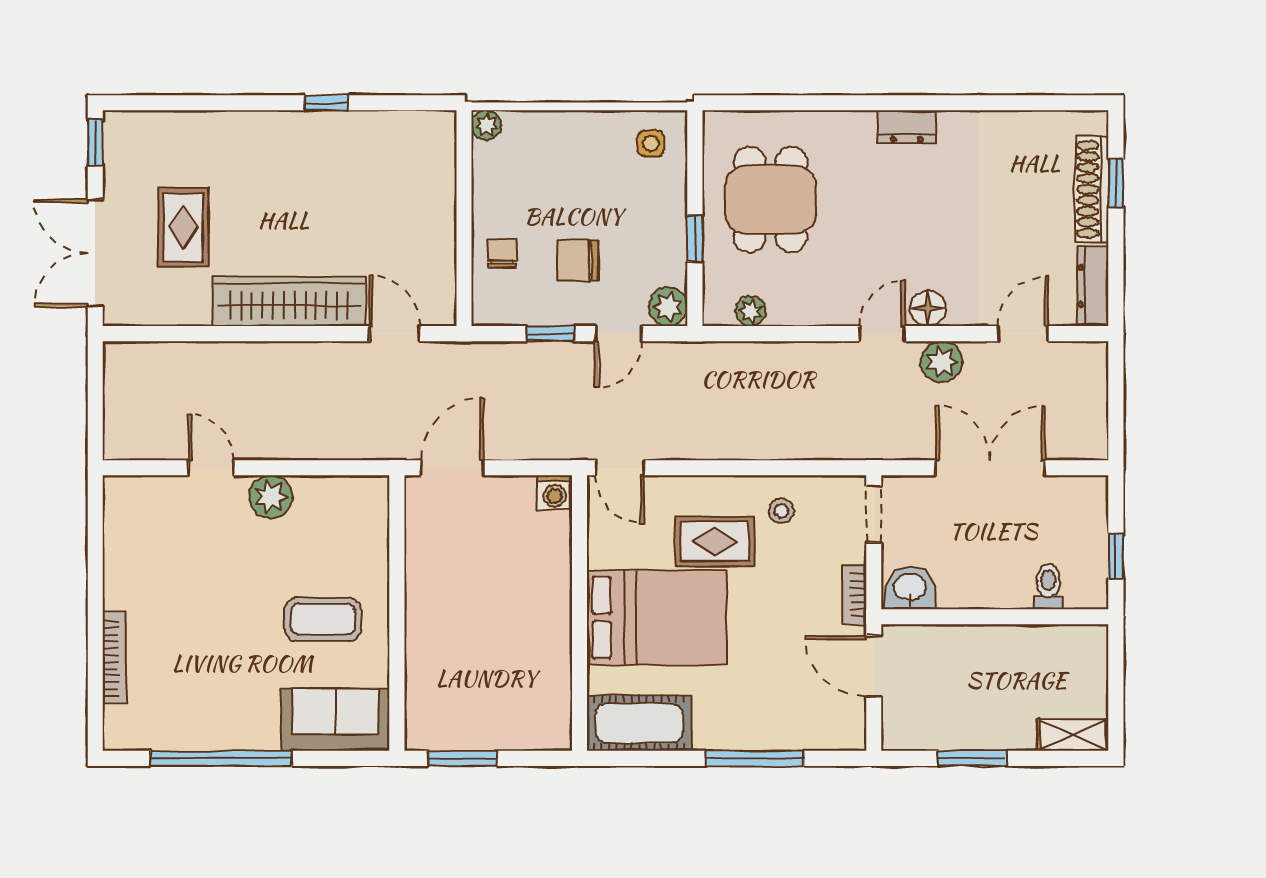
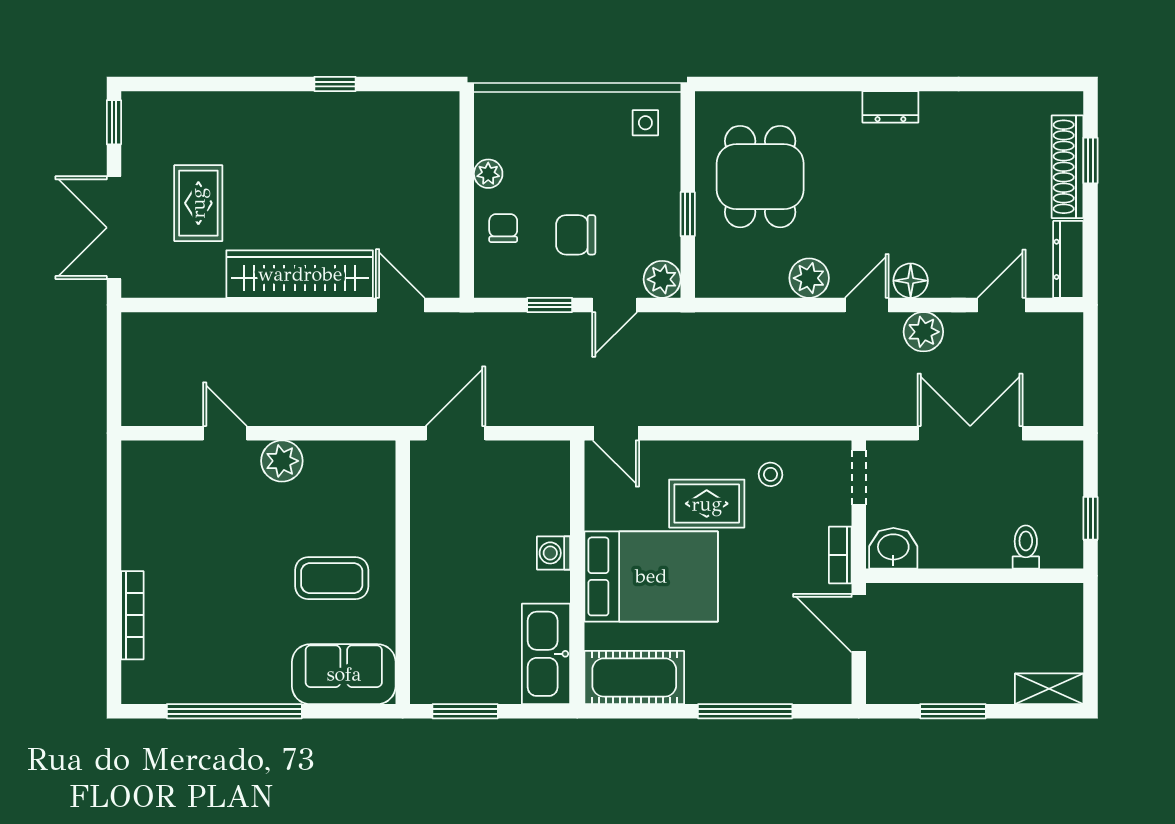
plant: (486, 125) -> (488, 174), moved
plant: (751, 311) -> (809, 278), moved, width x1.38, depth x1.38
washing machine: (555, 493) -> (554, 553), moved, turned 90
kitchen sink: (547, 698) -> (546, 654), added

